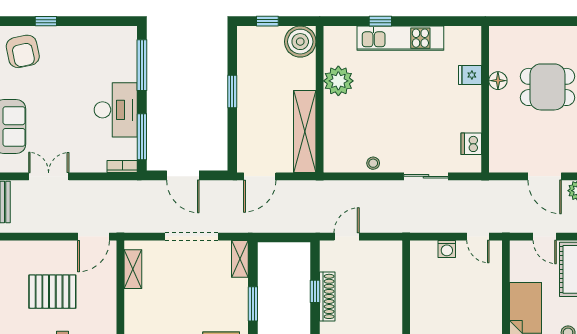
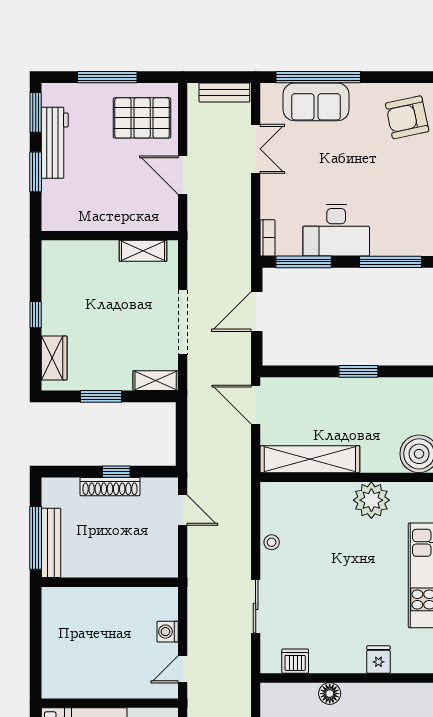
floor lamp: (498, 81) -> (330, 694), moved
door: (94, 237) -> (183, 175), moved
pallet: (52, 292) -> (142, 118), moved, turned 90

